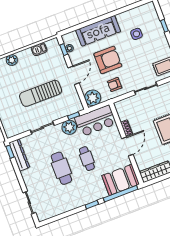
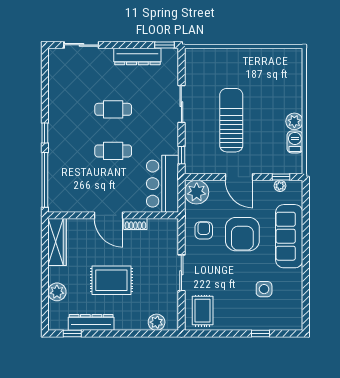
plant: (12, 60) -> (294, 121), moved
plant: (69, 127) -> (167, 143), removed
dresser: (19, 155) -> (137, 56), moved
cafe table: (61, 168) -> (113, 109), width x0.73, depth x0.74
booth: (121, 180) -> (64, 188), removed

